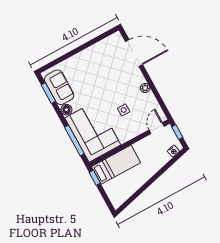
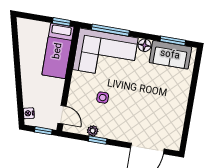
plant: (145, 88) -> (93, 131), moved
window: (155, 91) -> (98, 140), added

